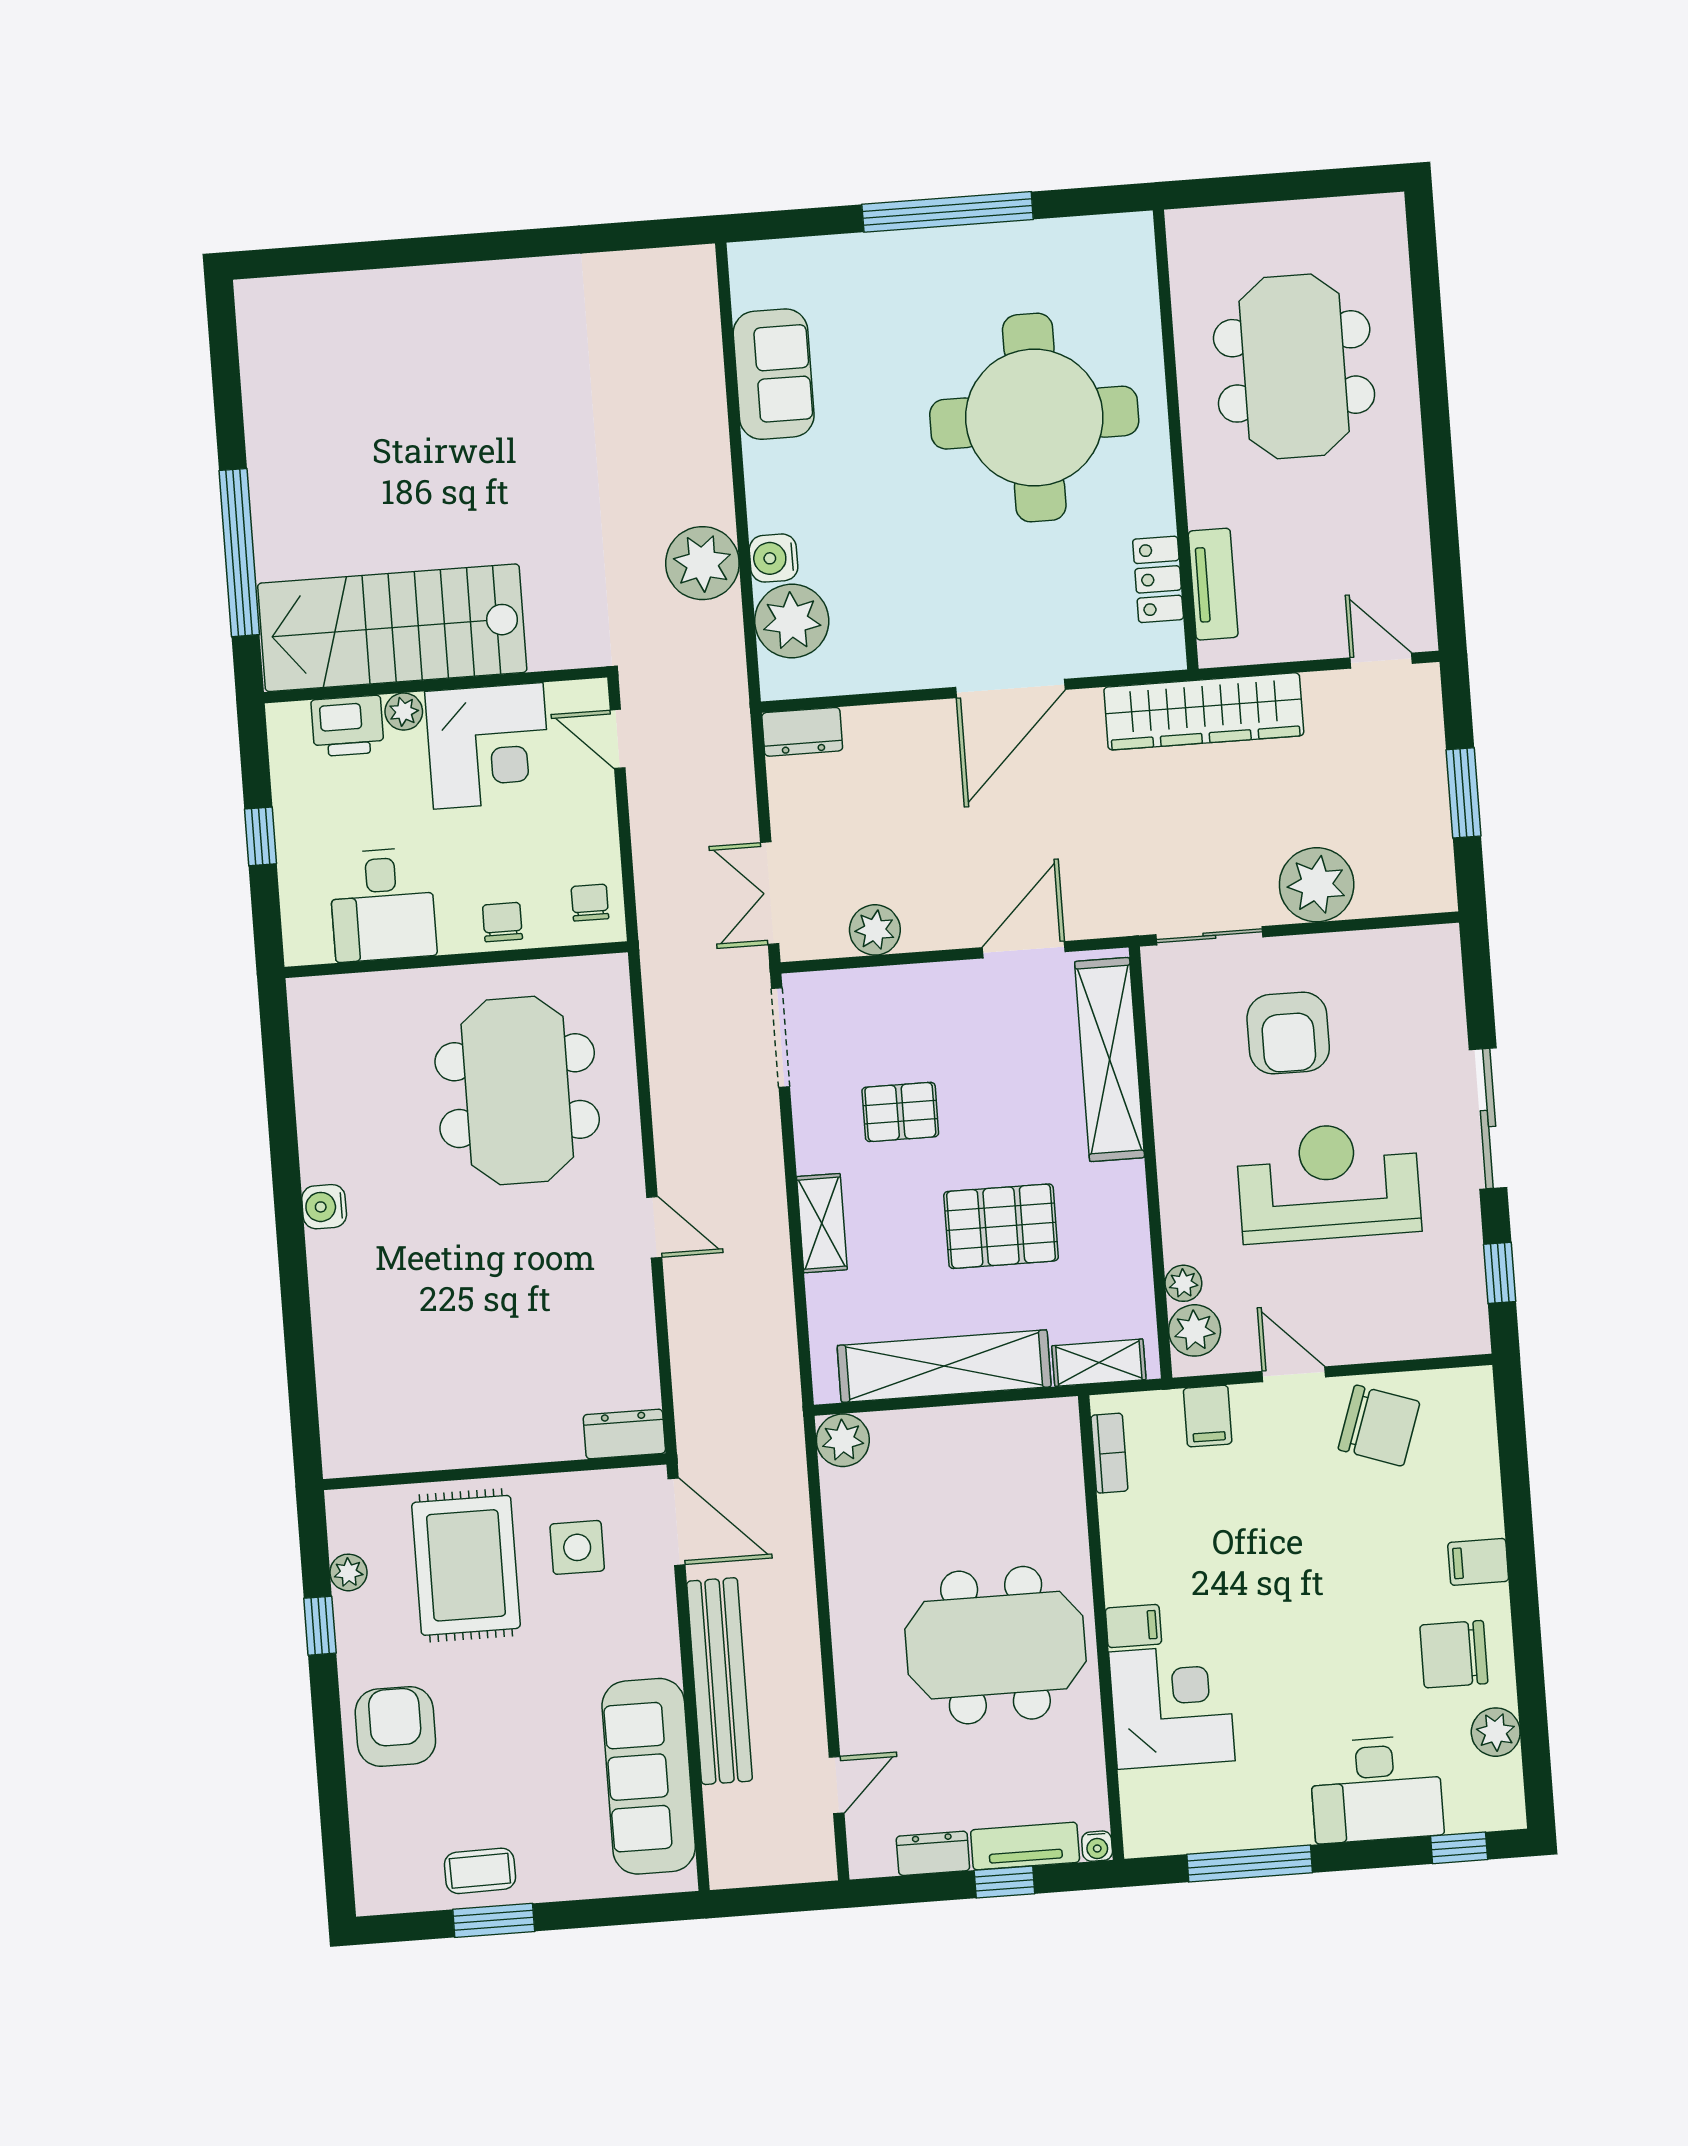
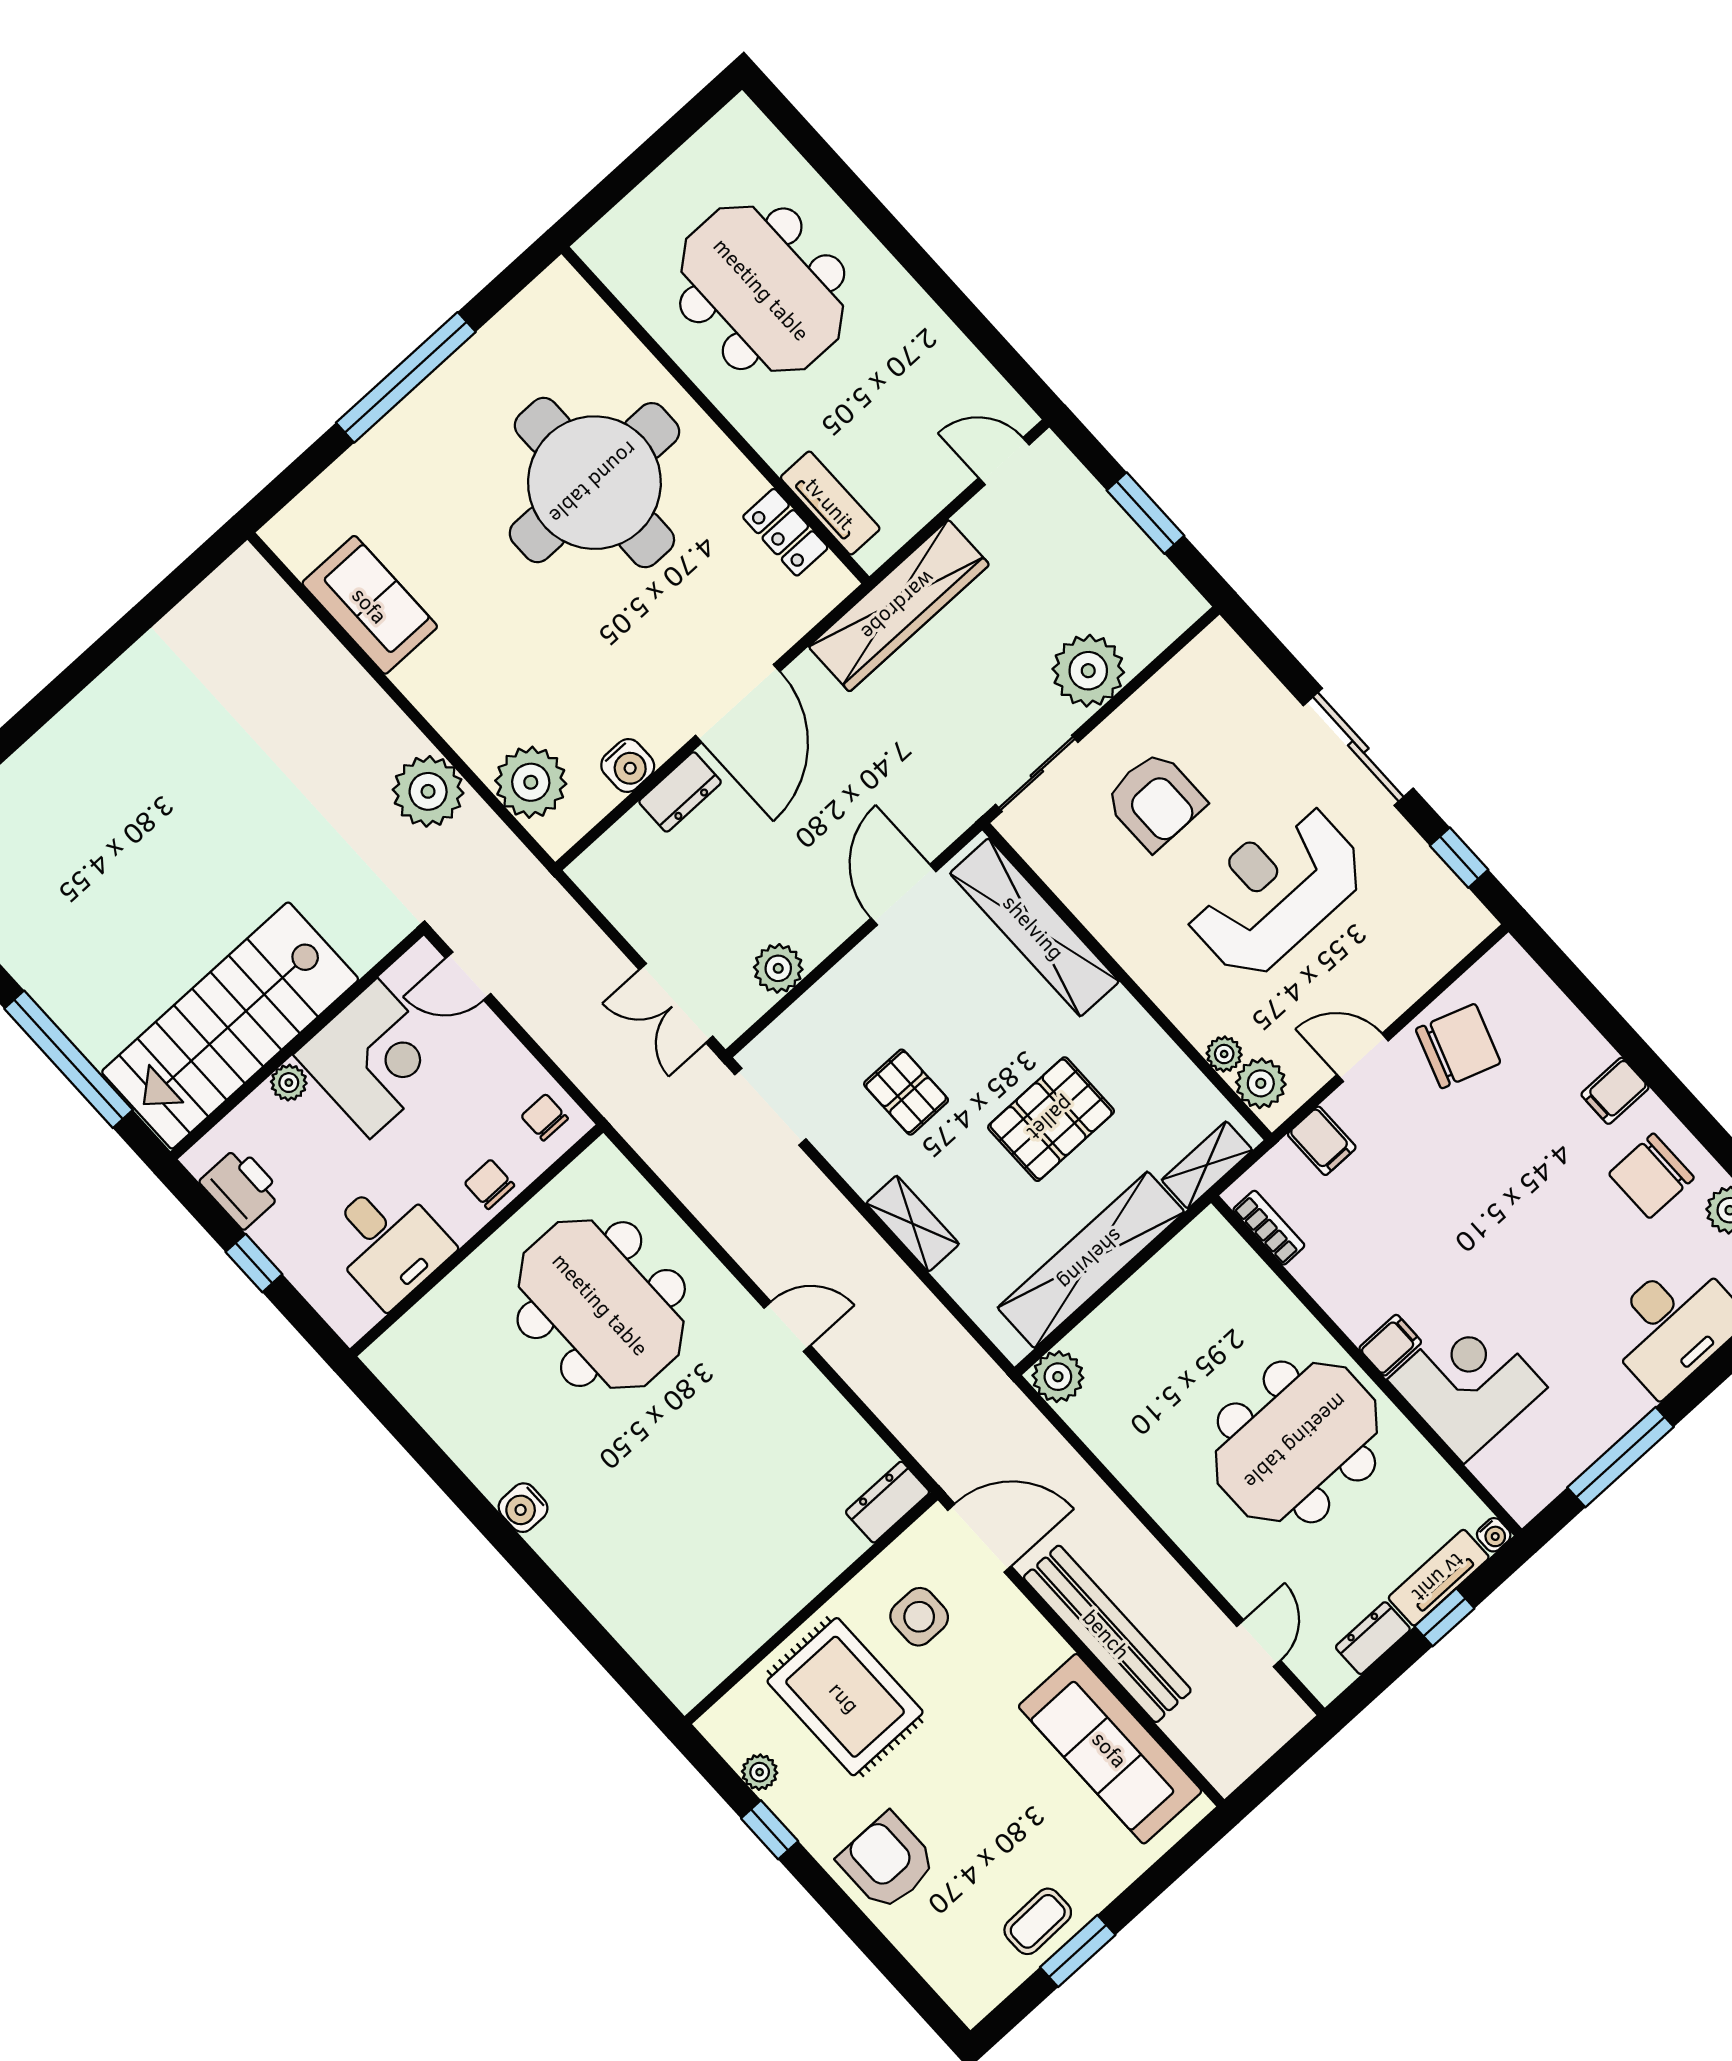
water cooler: (774, 558) -> (628, 766), moved, turned -90
printer: (348, 726) -> (241, 1188), moved, turned -90
dresser: (802, 732) -> (680, 792), moved
pallet: (900, 1112) -> (906, 1092), turned 90

